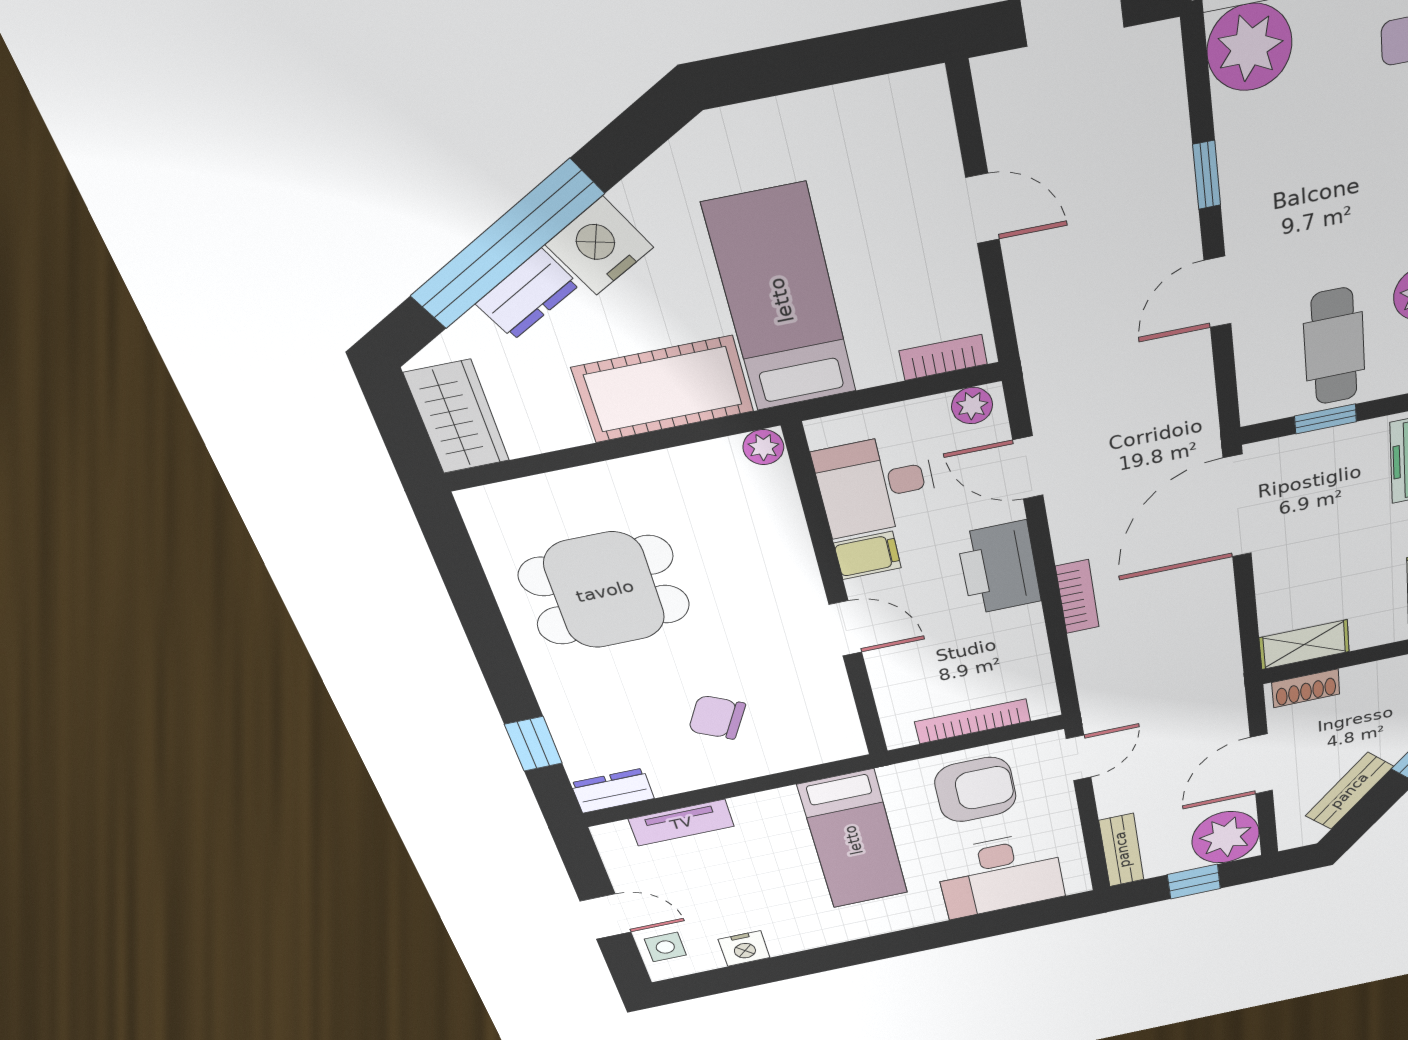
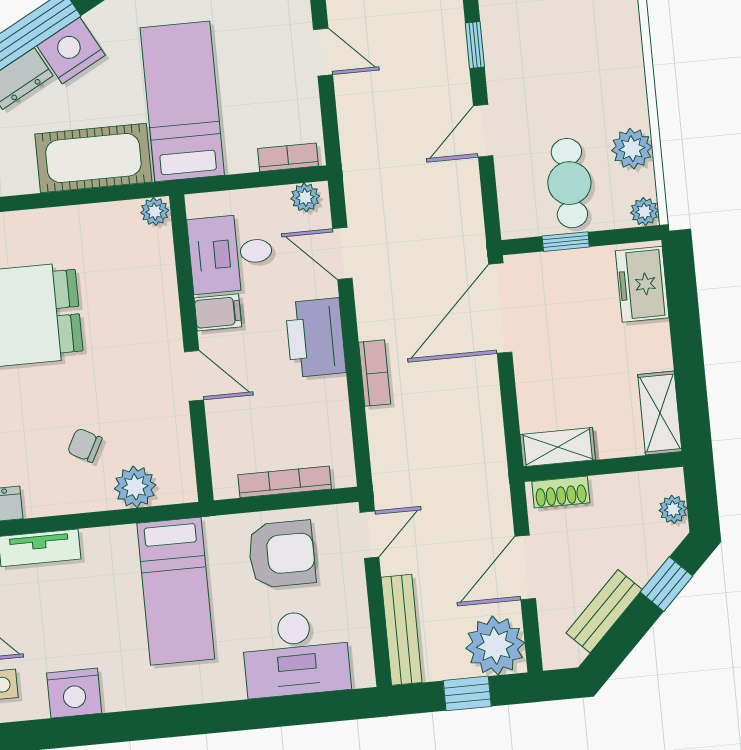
chair: (717, 717) -> (85, 445), width x0.73, depth x0.73
plant: (788, 750) -> (135, 487), added
bench: (1122, 850) -> (402, 630), width x1.36
nightstand: (744, 948) -> (74, 693), width x1.36, depth x1.33

